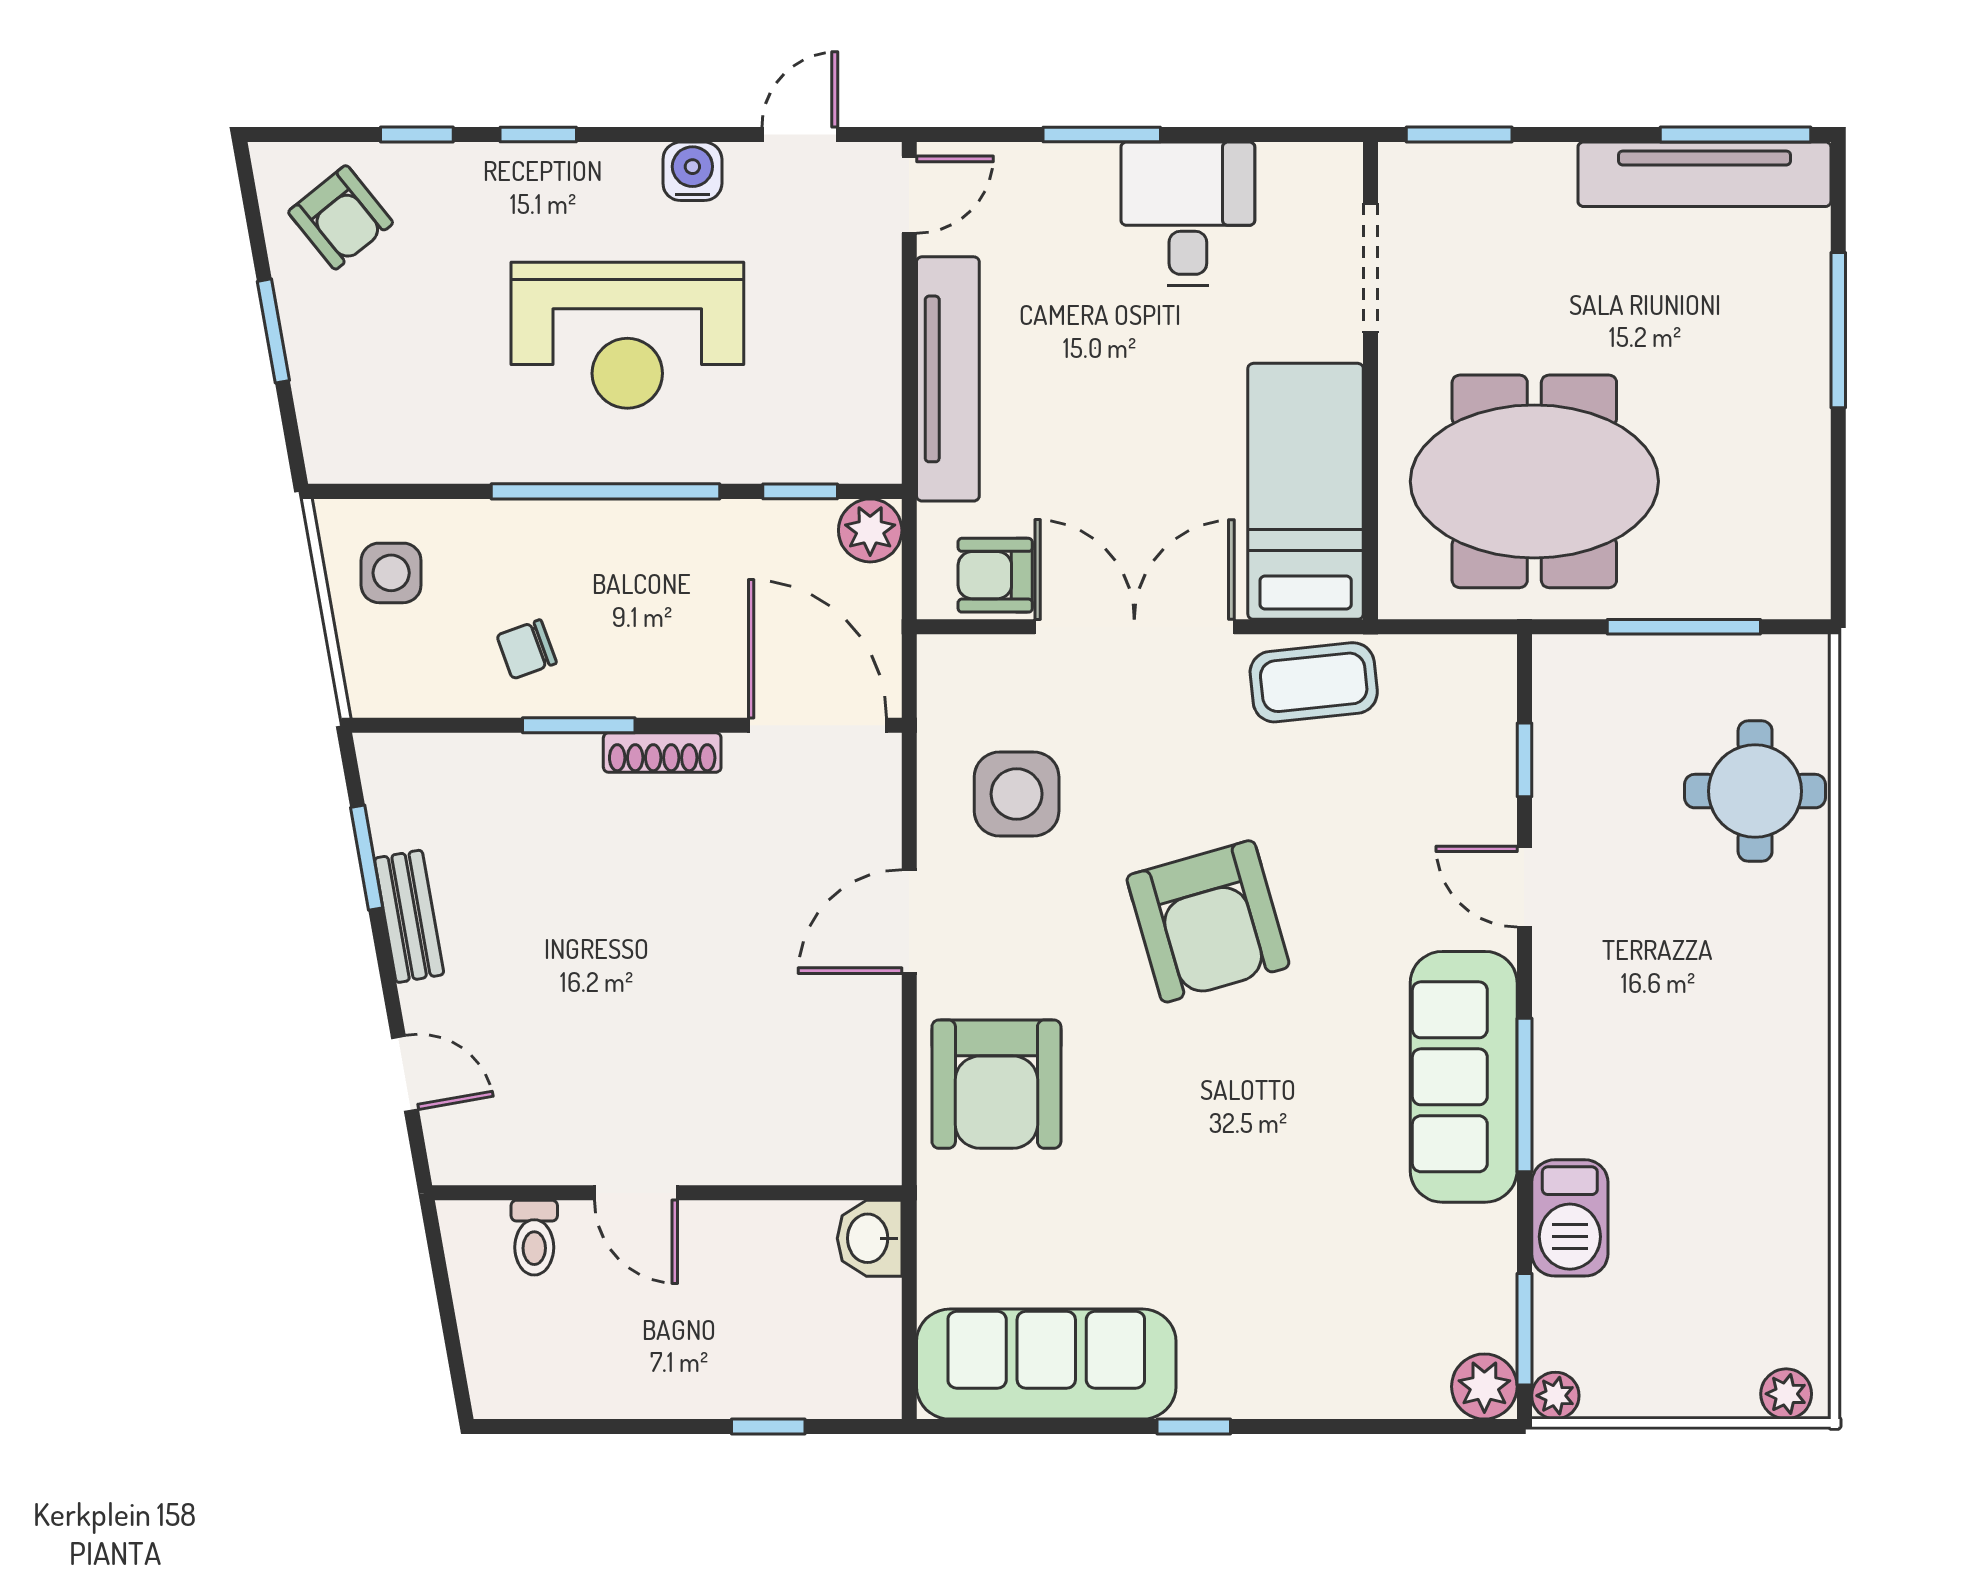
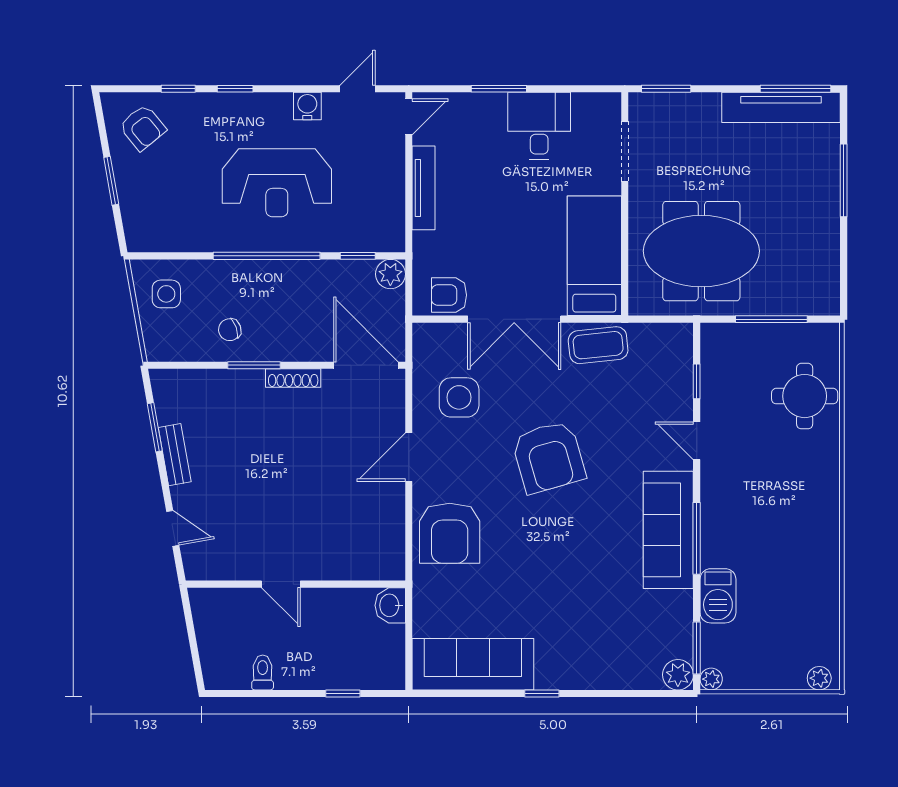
tv unit: (948, 379) -> (424, 188), width x0.73, depth x0.78
double door: (1134, 627) -> (514, 319), swing flipped
toilet: (534, 1238) -> (263, 672), moved, turned 180

